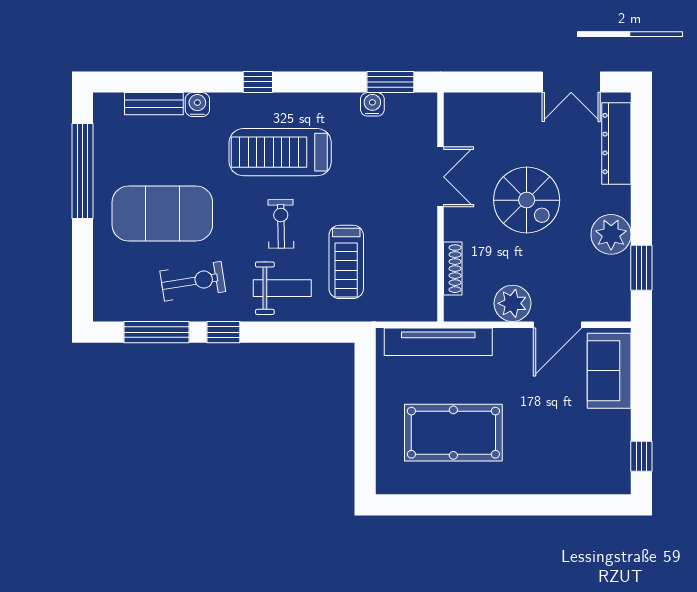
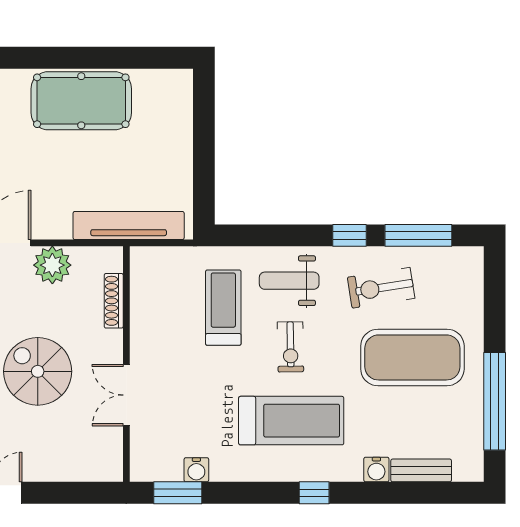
pool table: (453, 433) -> (81, 101), moved

